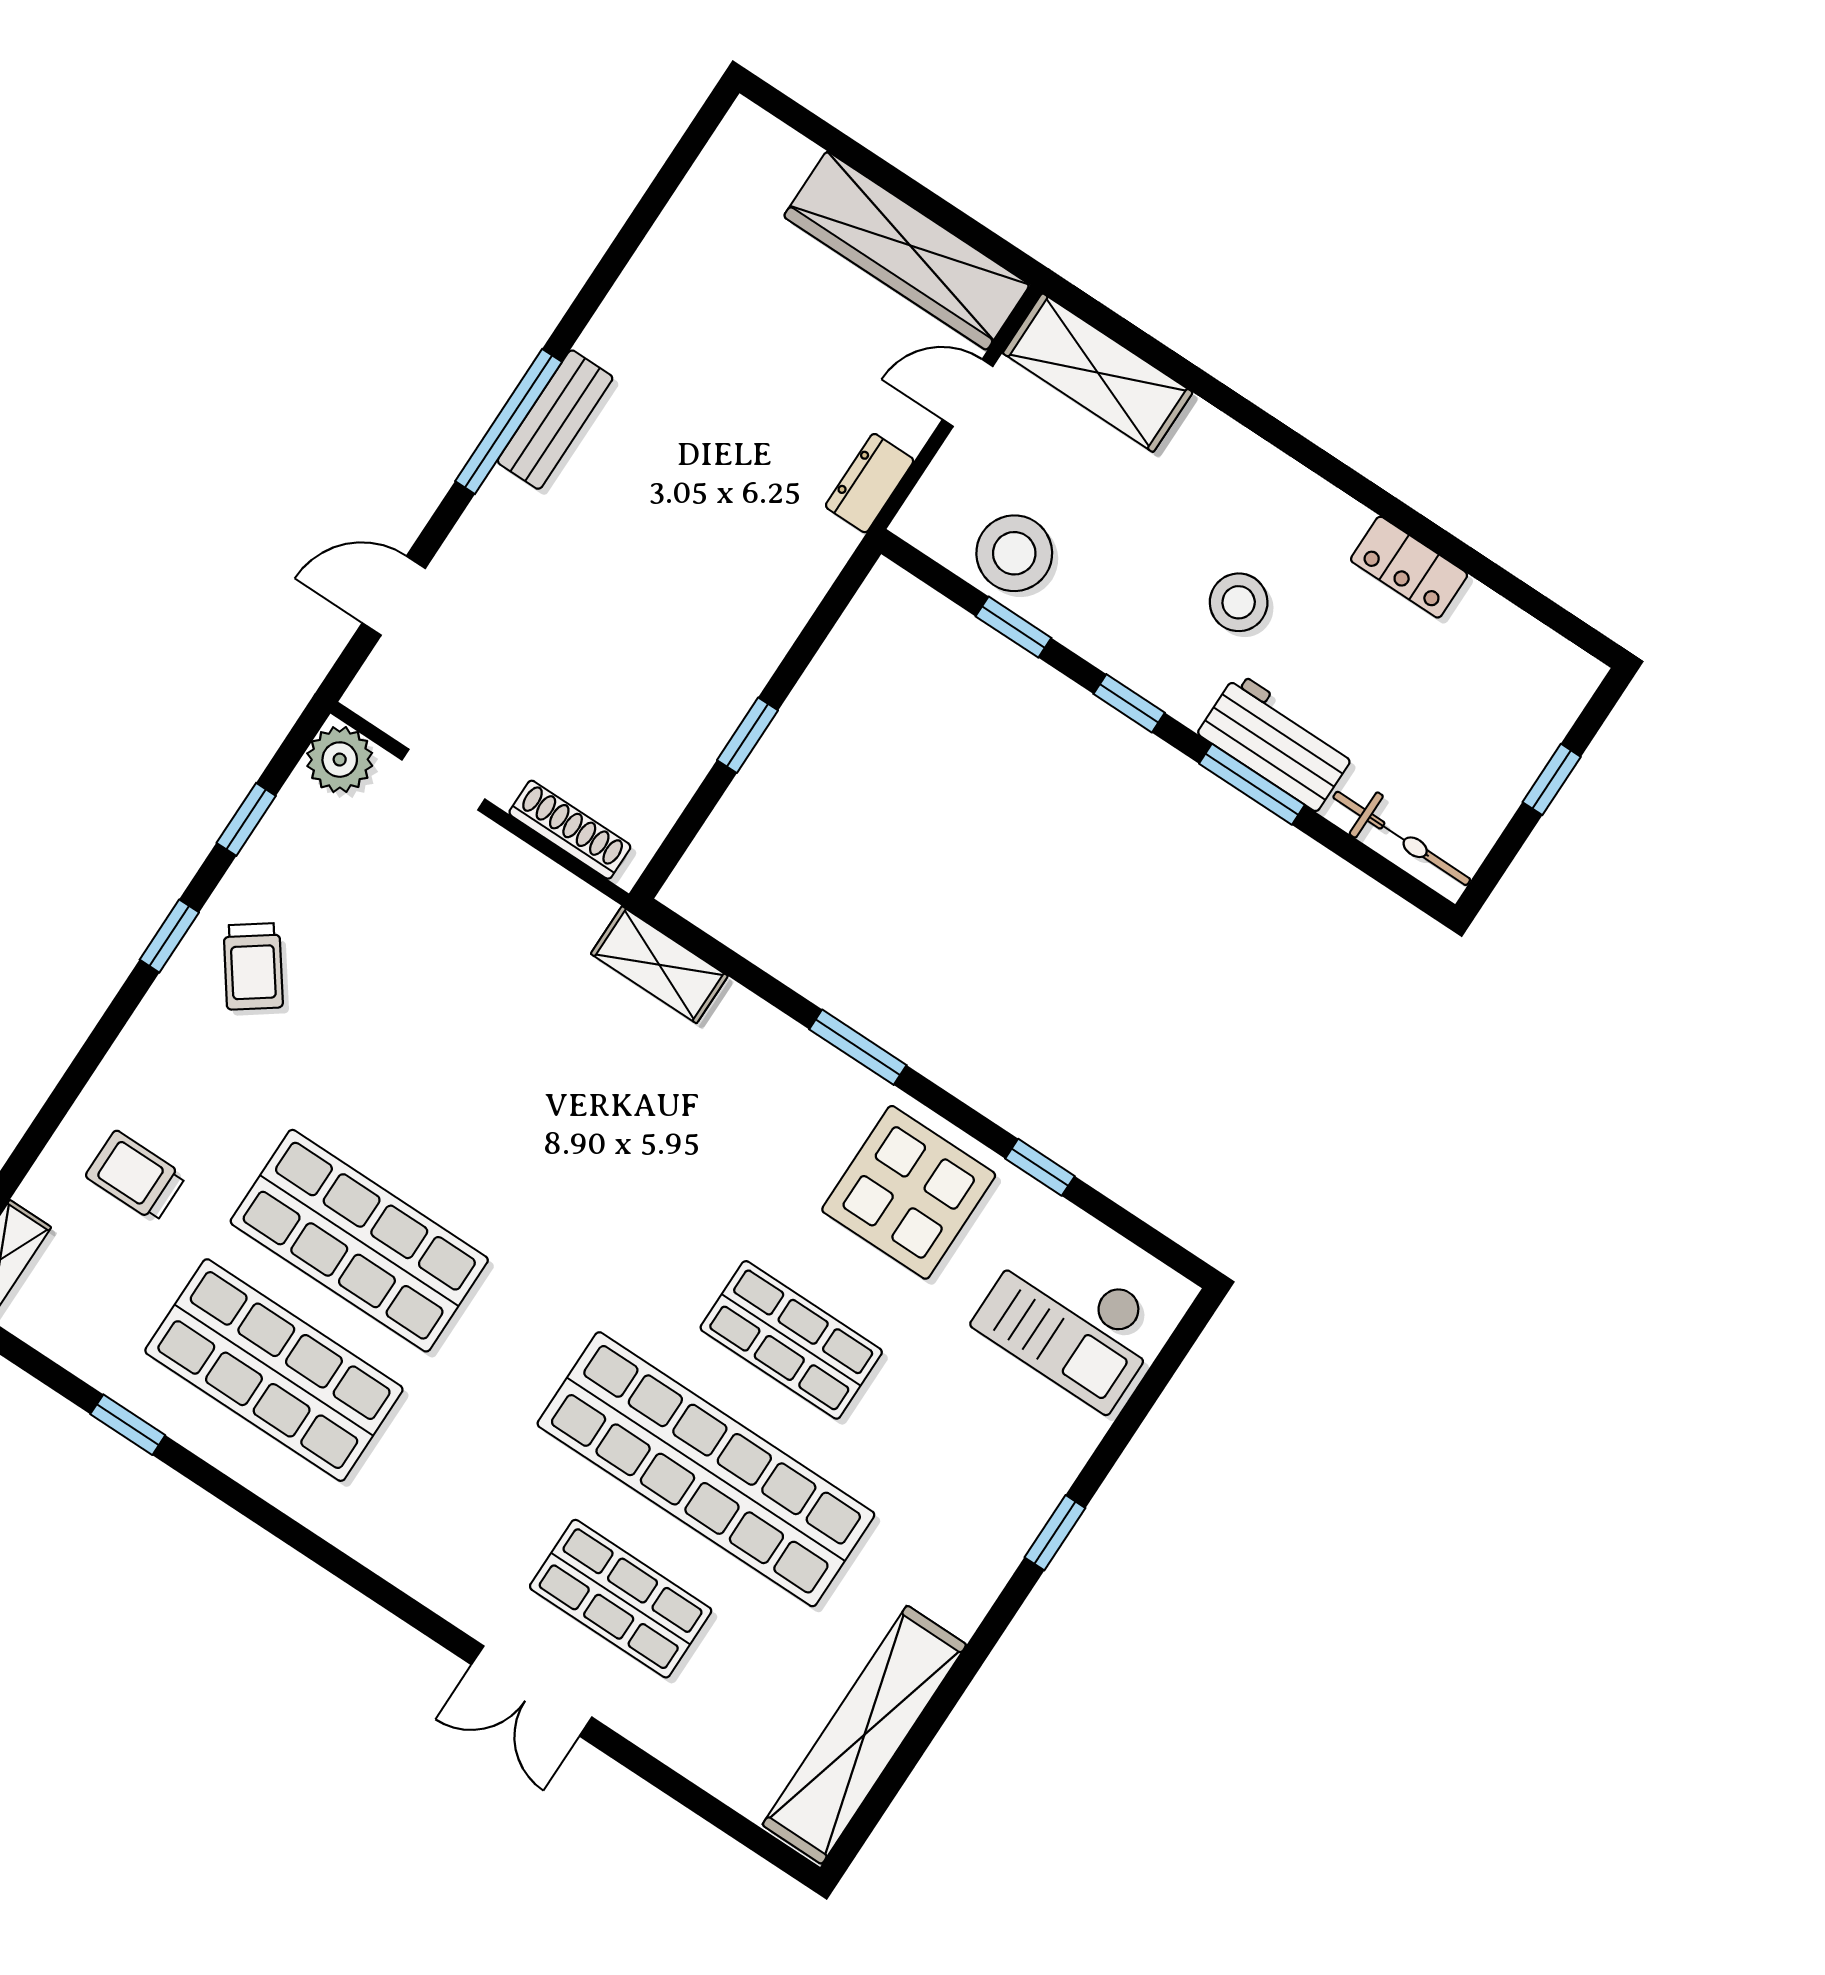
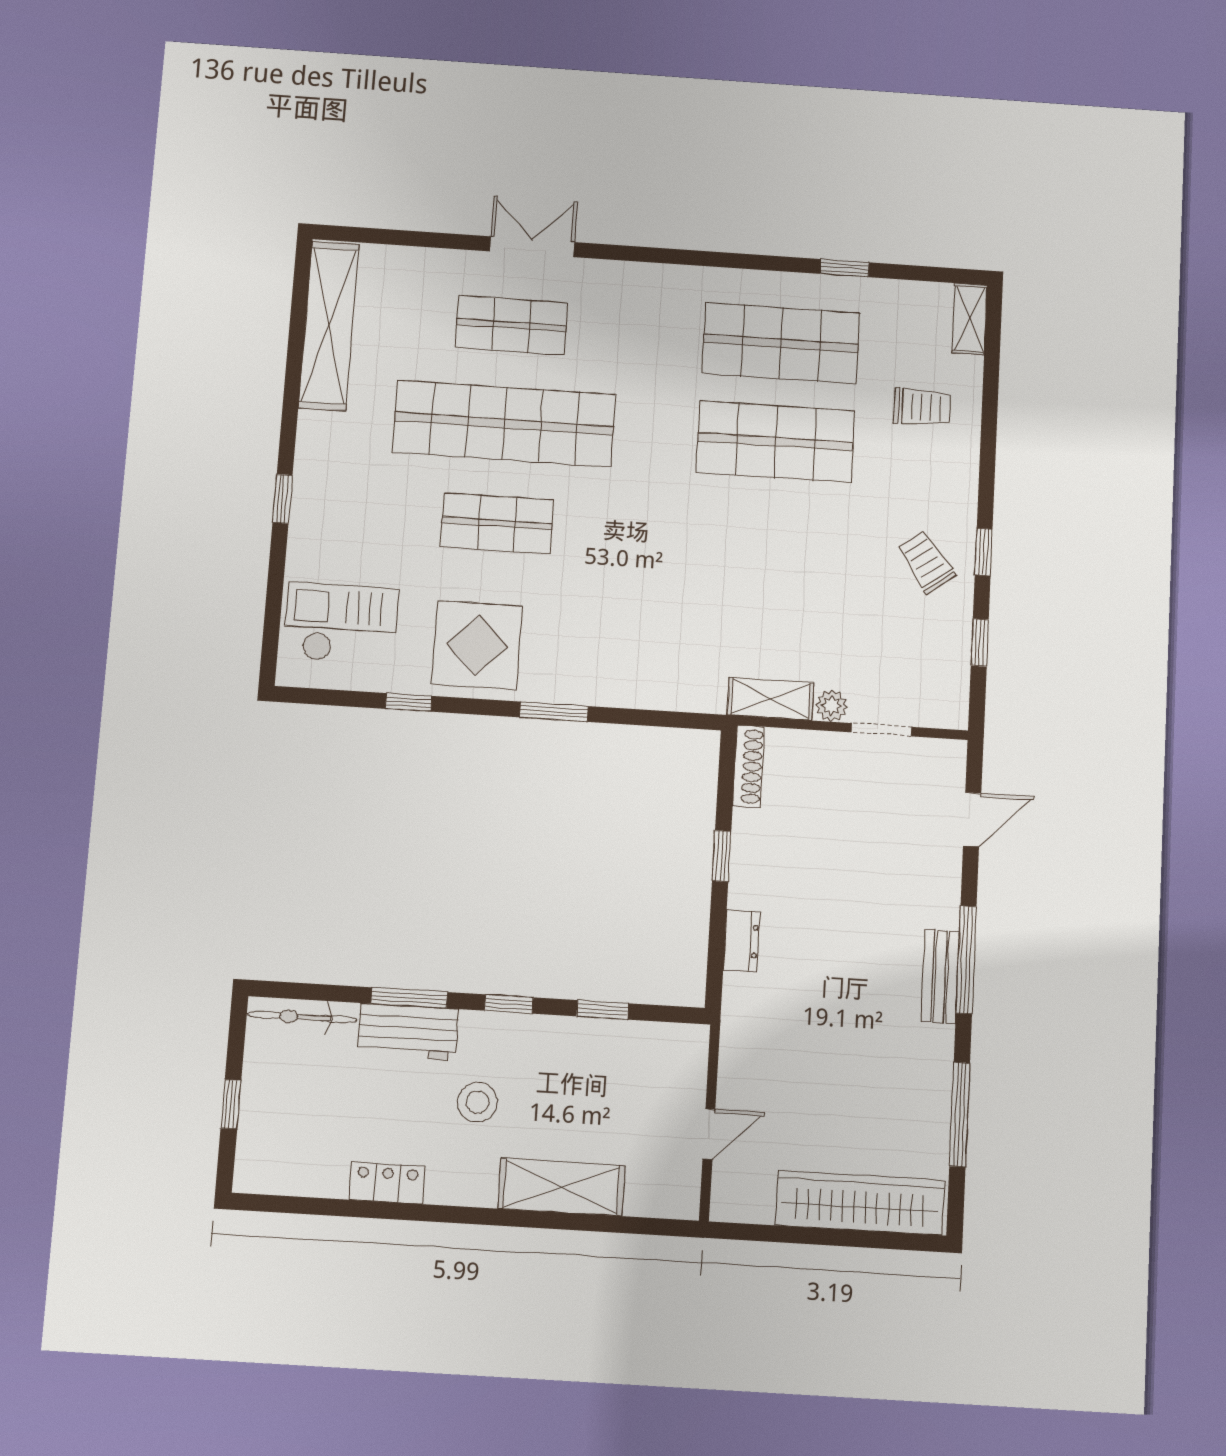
window: (633, 233) -> (960, 1115), added
wardrobe: (907, 251) -> (860, 1203), moved
shelving: (1098, 373) -> (561, 1187), moved
dresser: (870, 483) -> (742, 941), moved
stool: (1014, 553) -> (627, 1054), removed
plant: (340, 760) -> (832, 706), moved, width x0.73, depth x0.73
shoe rack: (570, 830) -> (749, 766), moved, turned -90
shelving: (659, 965) -> (771, 699), moved

